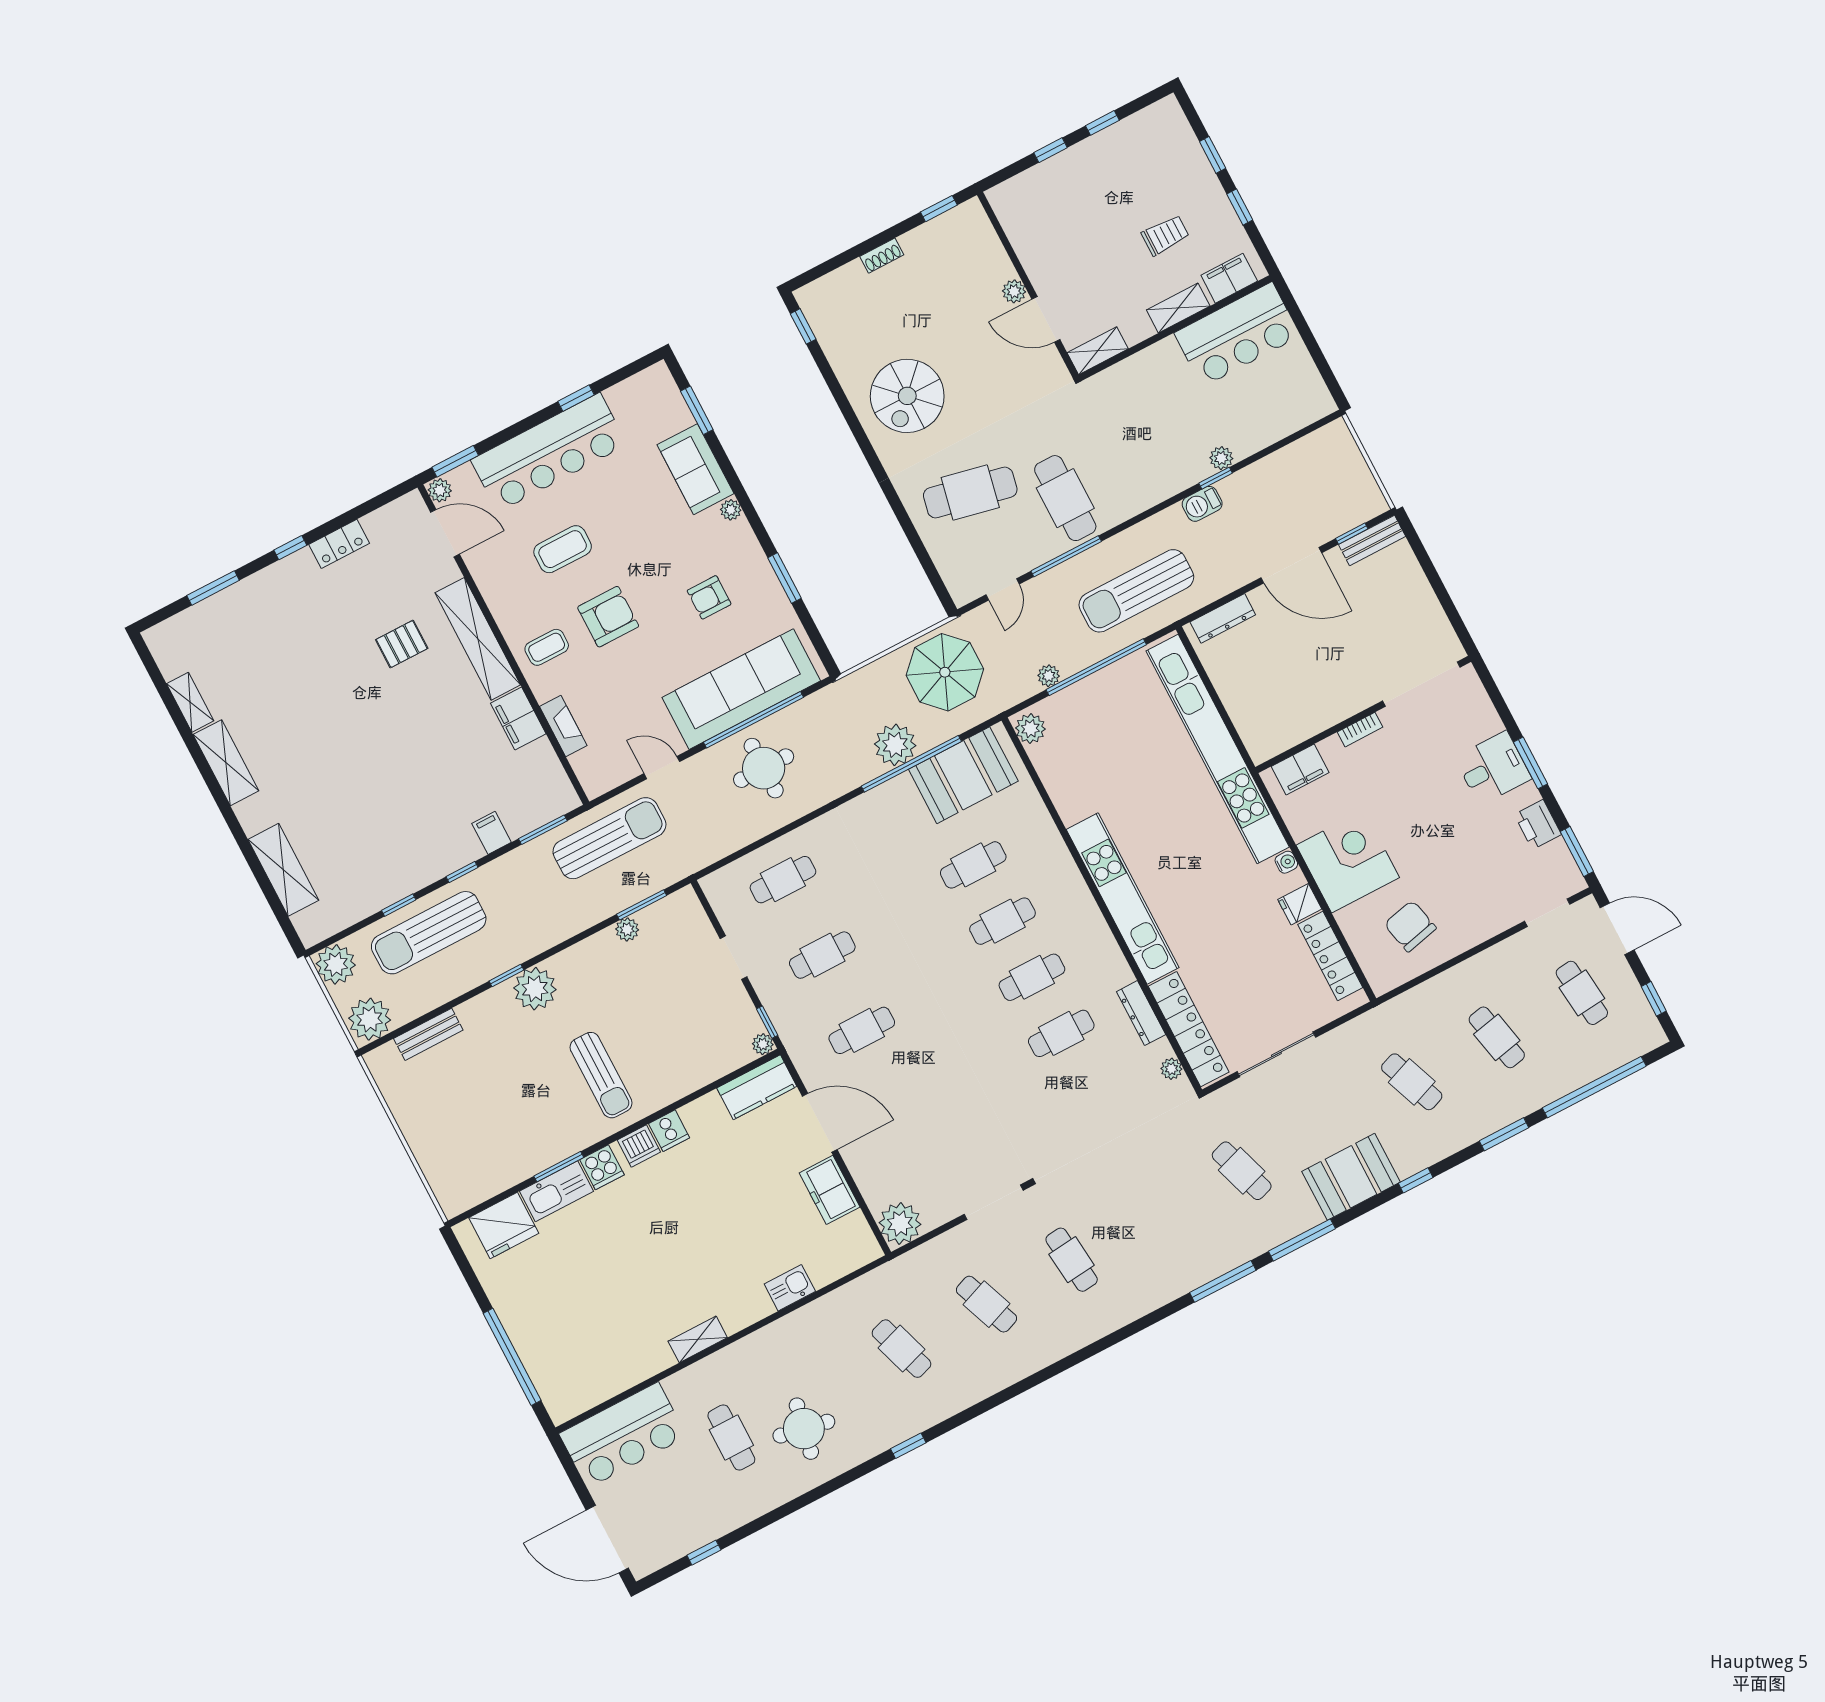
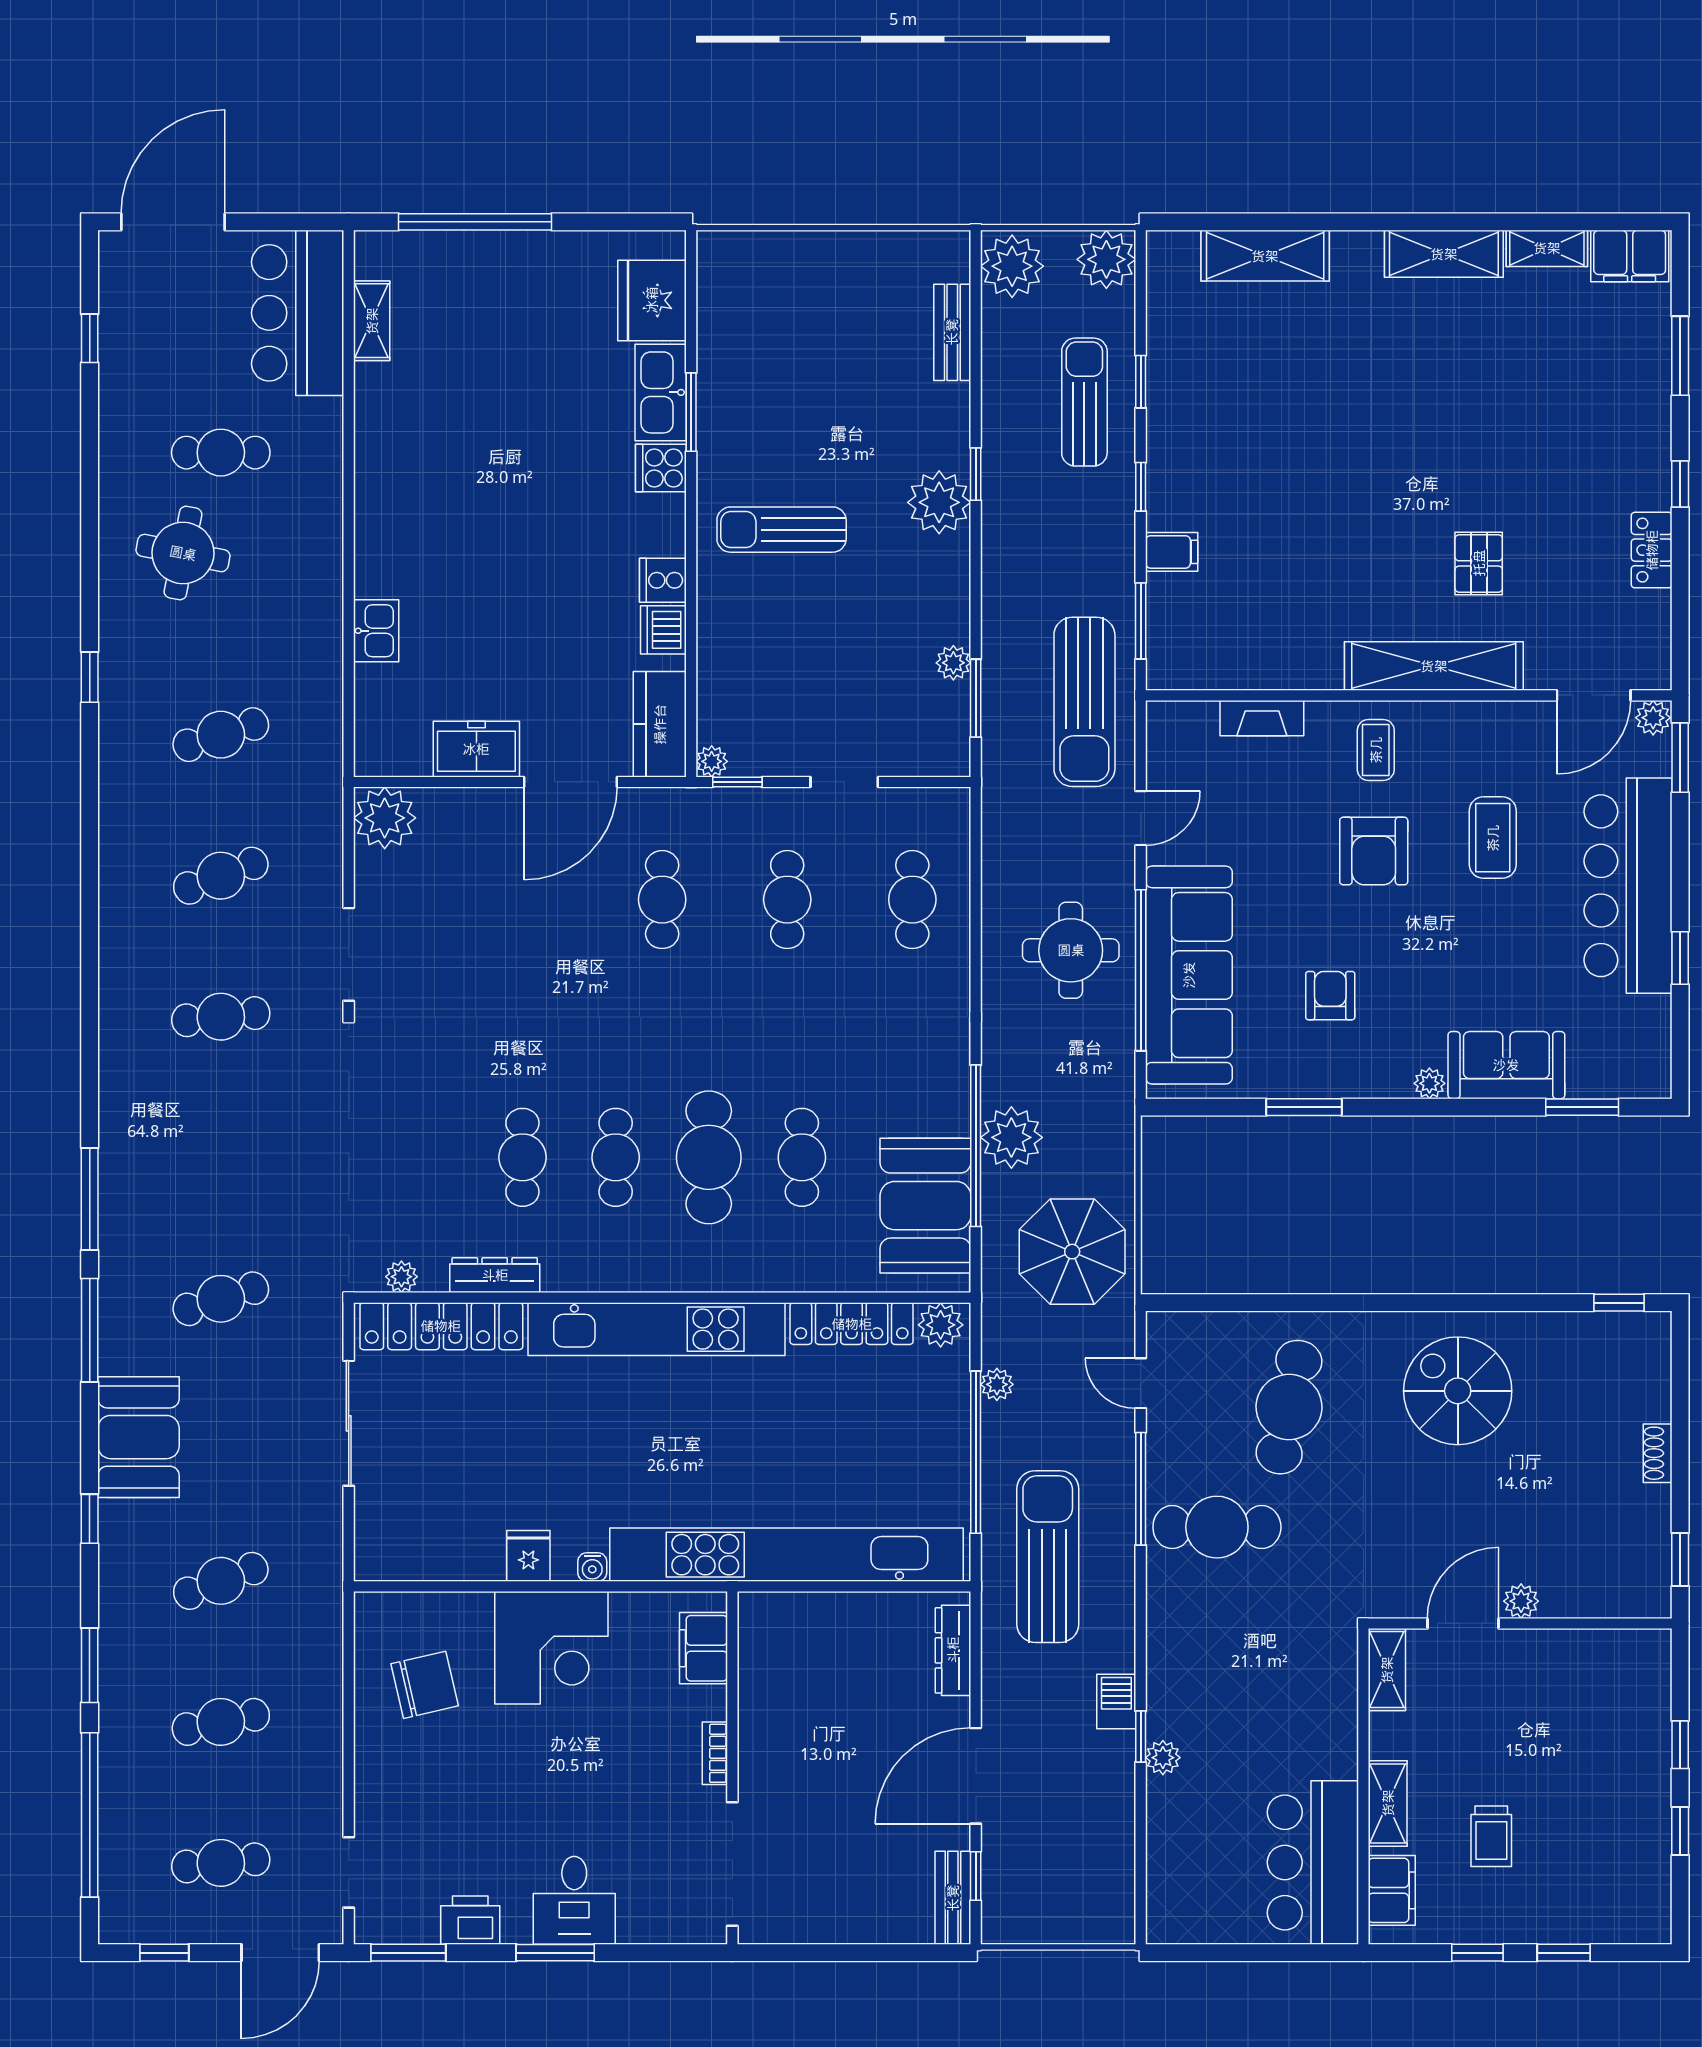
filing cabinet: (518, 719) -> (1630, 256), moved, turned 180
cafe table: (1003, 921) -> (709, 1157), width x1.37, depth x1.35
sun lounger: (429, 933) -> (1084, 402), width x0.73, depth x0.75
locker: (1330, 956) -> (852, 1324), moved, turned 180
dishwasher: (639, 1146) -> (663, 630), moved
shelving: (698, 1339) -> (372, 321), moved

